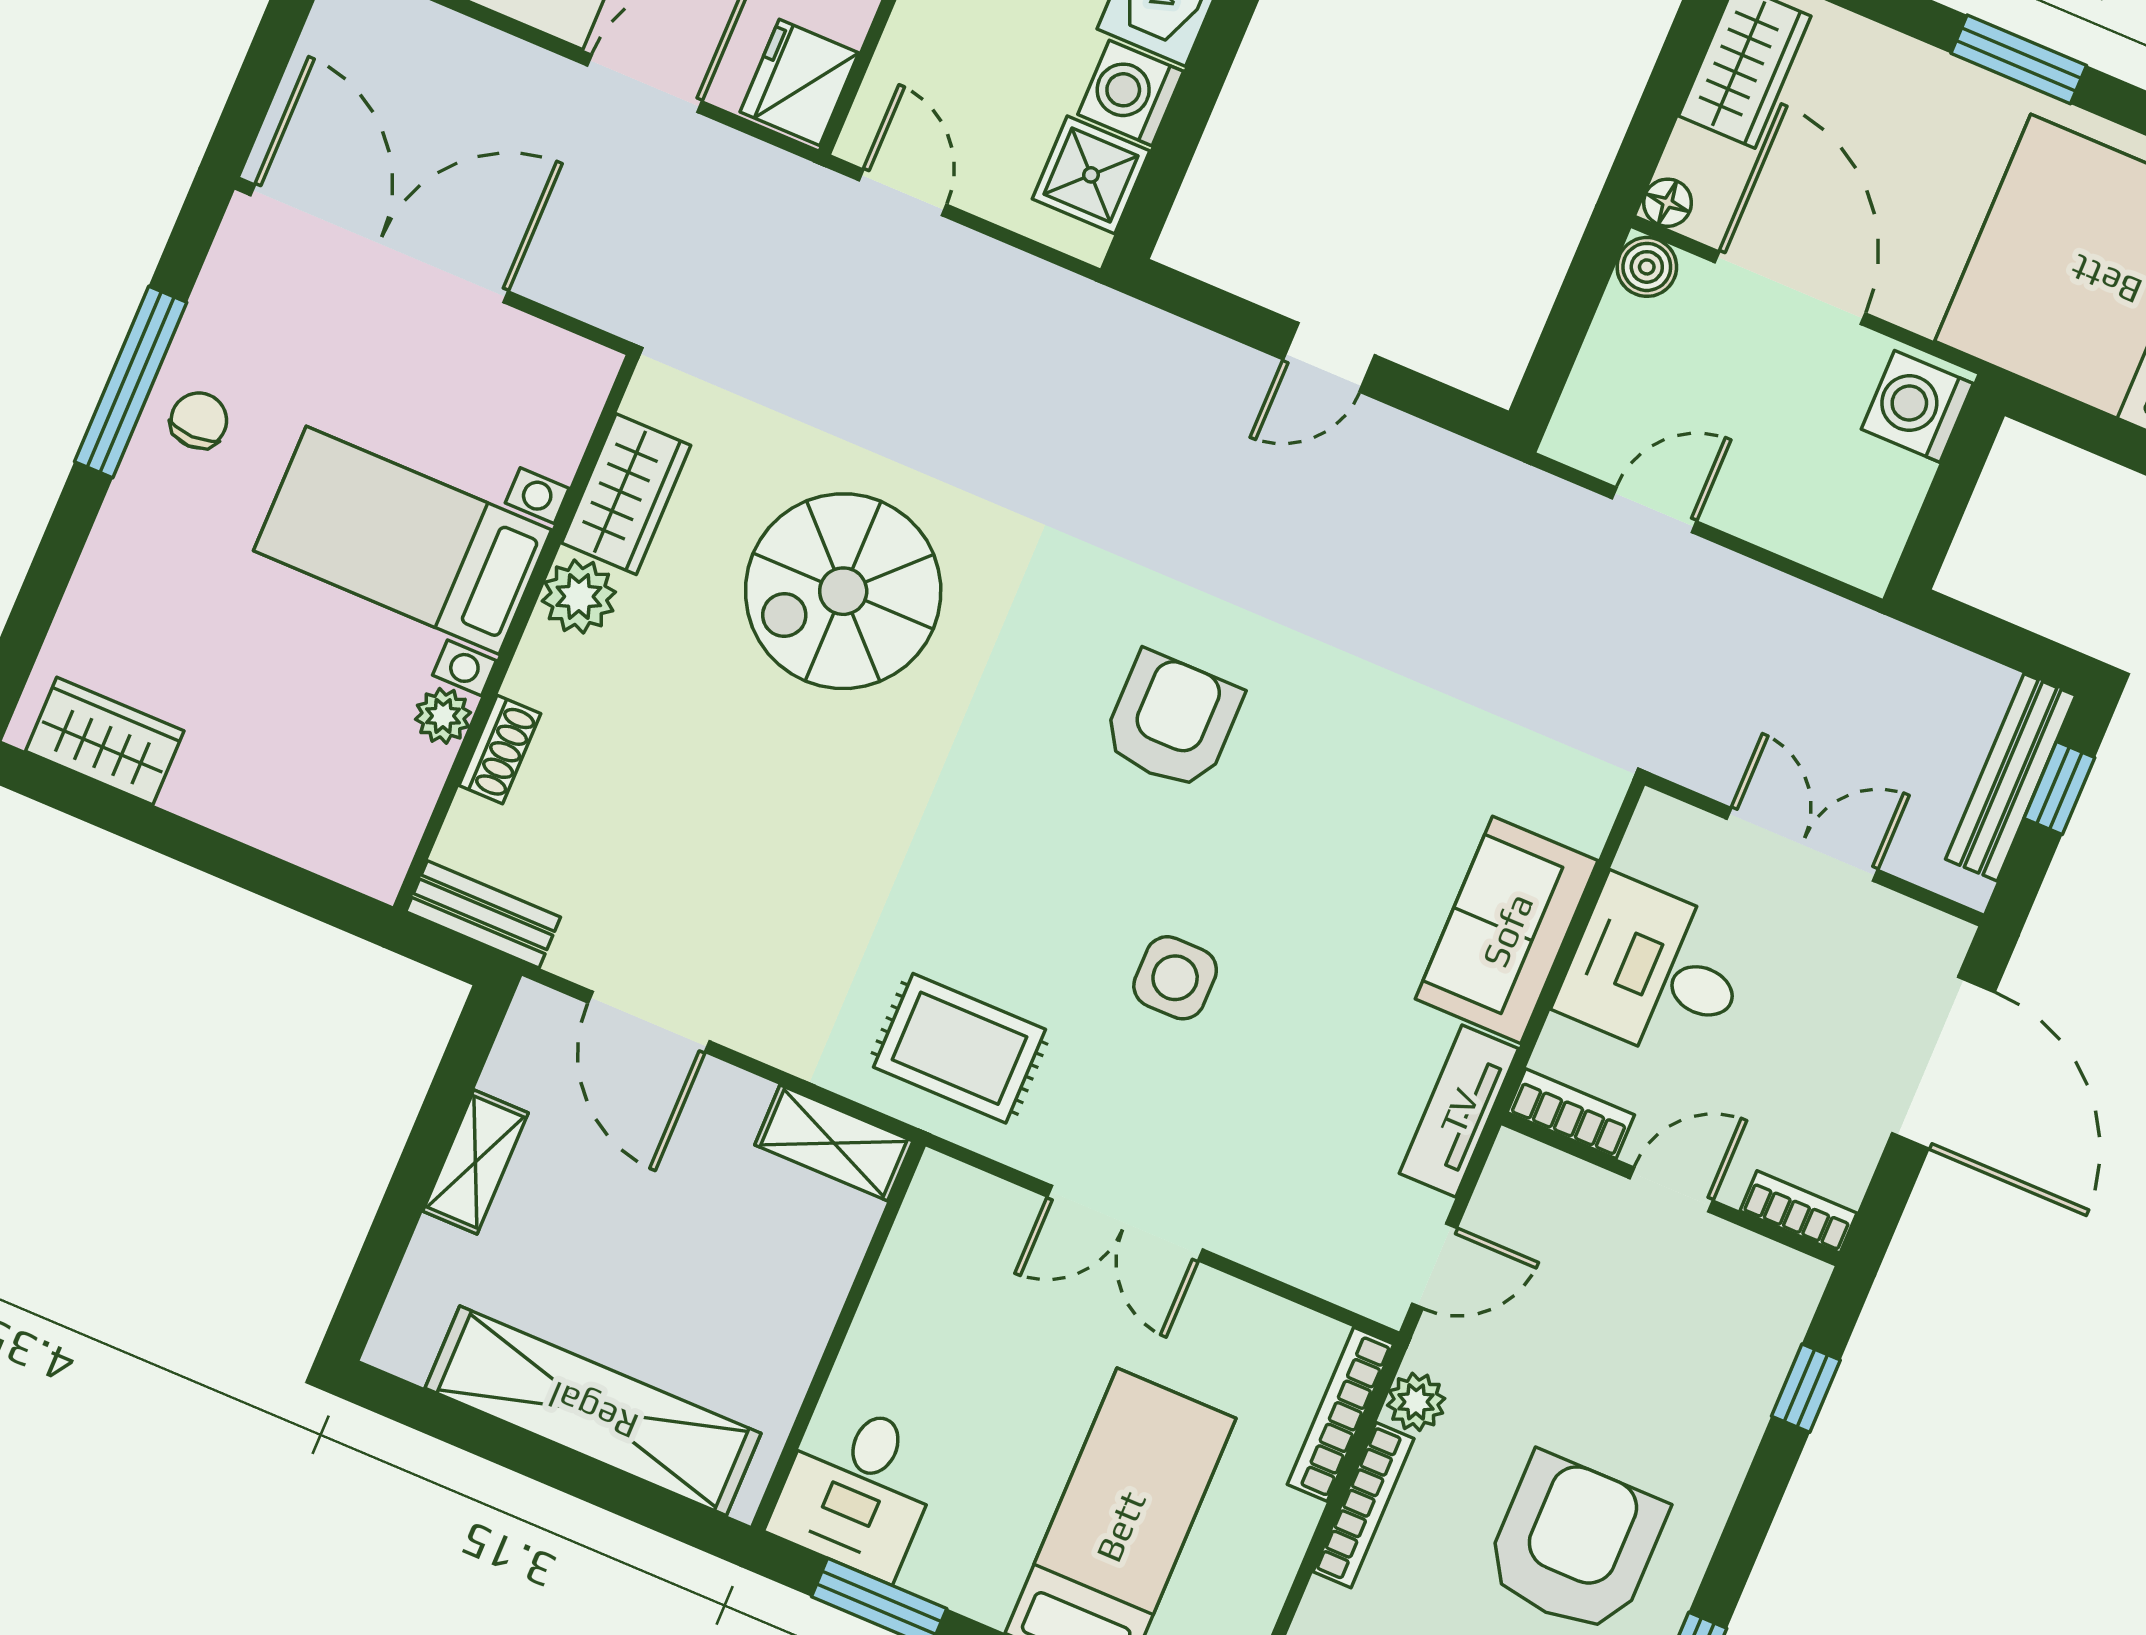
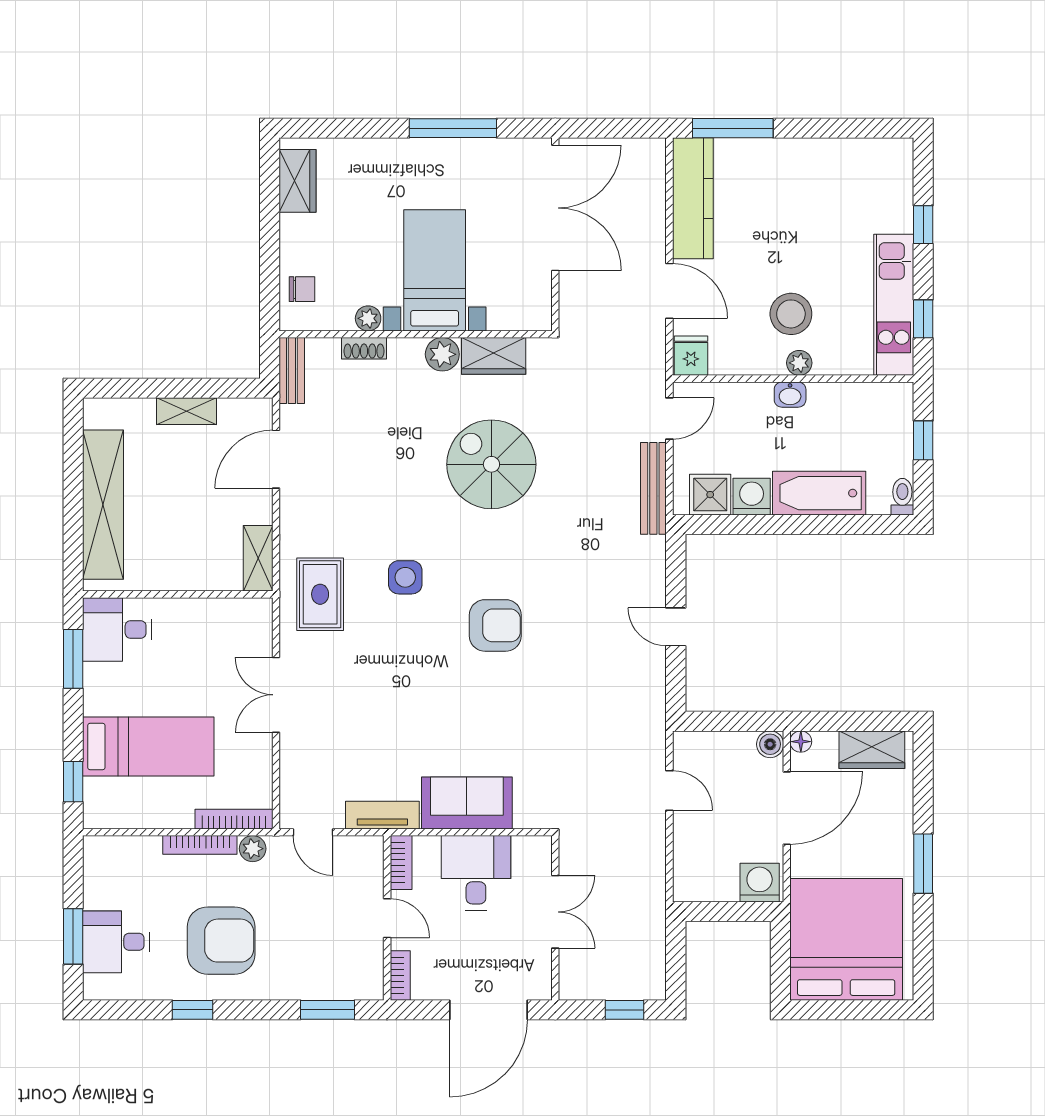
fridge: (799, 82) -> (691, 356), width x0.72
chair: (199, 420) -> (302, 289), moved
bench: (2011, 777) -> (653, 488), moved, turned 90
side table: (1175, 978) -> (405, 577), moved
window: (1806, 1388) -> (328, 1010), width x1.50

